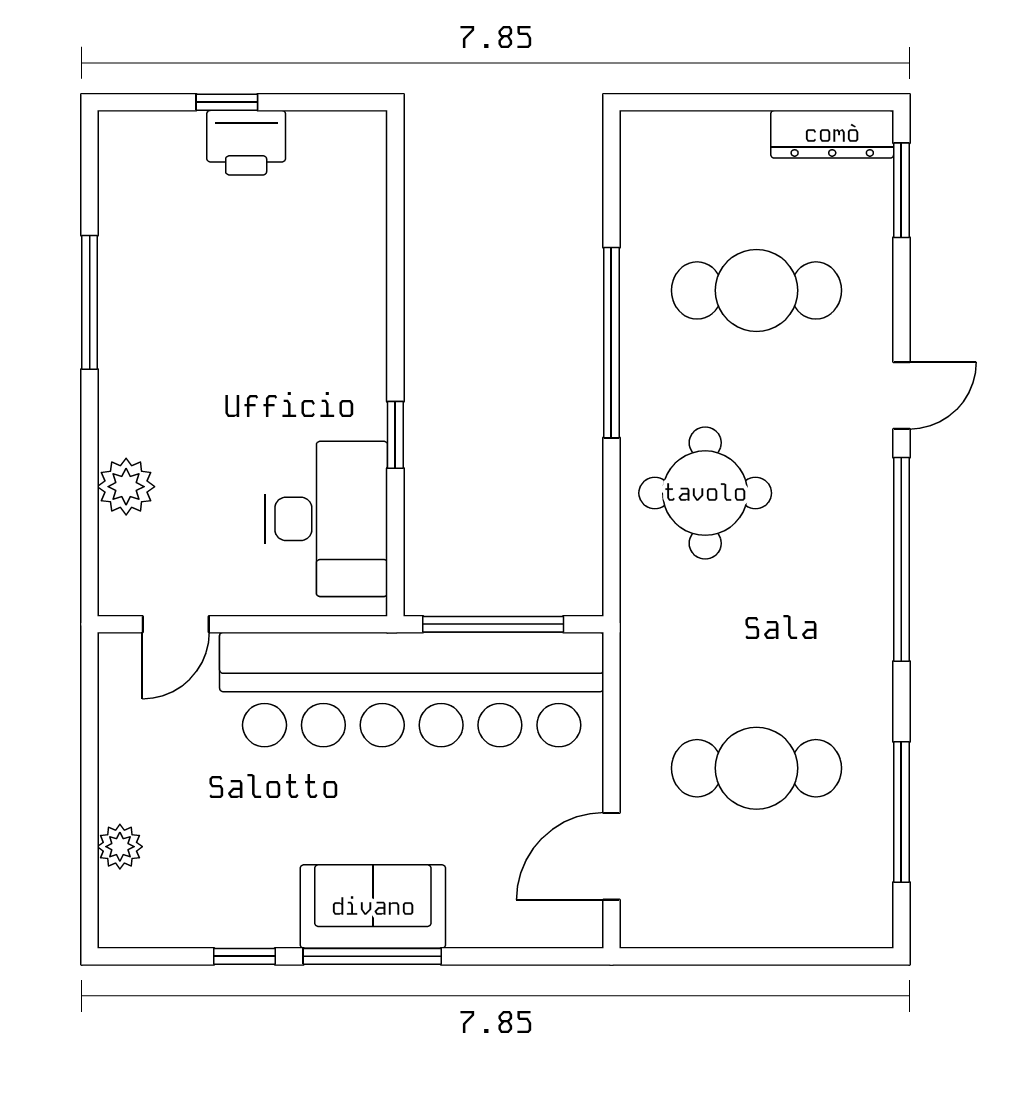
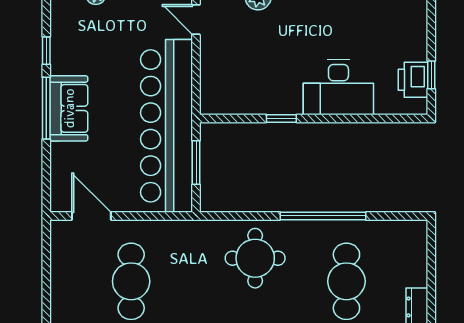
window: (227, 102) -> (431, 75), moved
printer: (246, 143) -> (413, 80), moved
desk: (326, 519) -> (338, 87), moved
window: (493, 624) -> (196, 163), width x0.69

